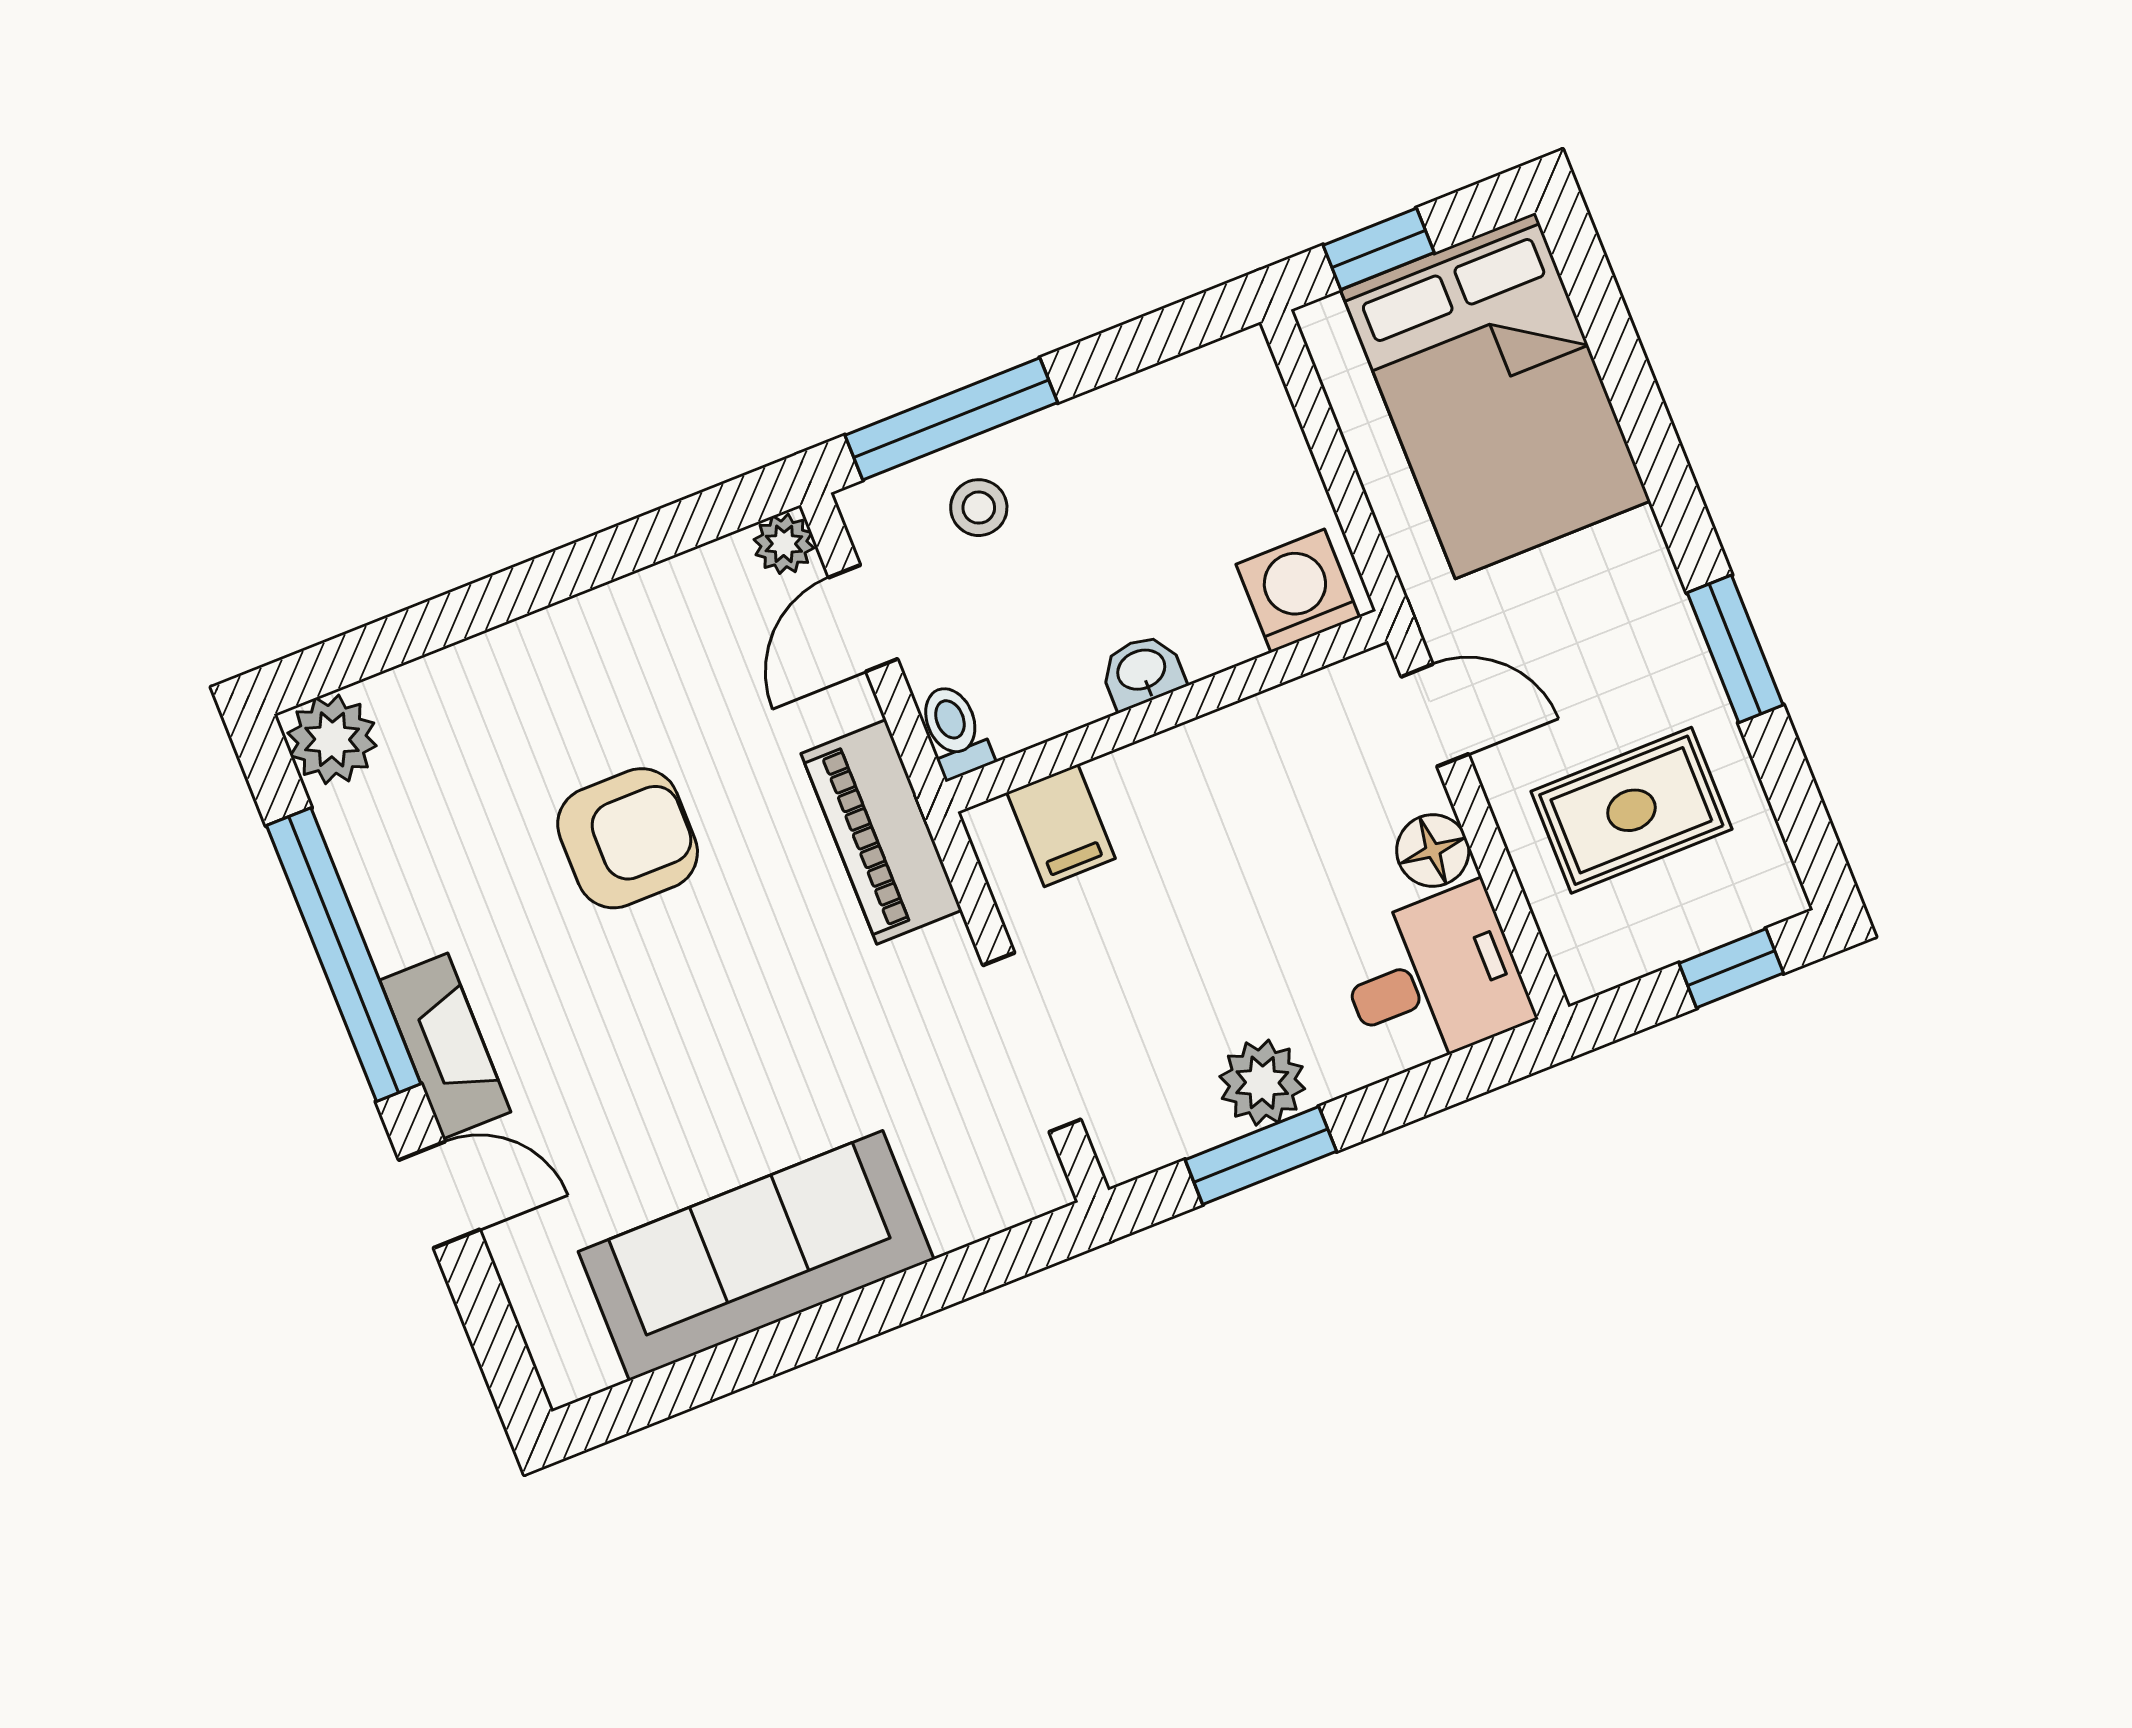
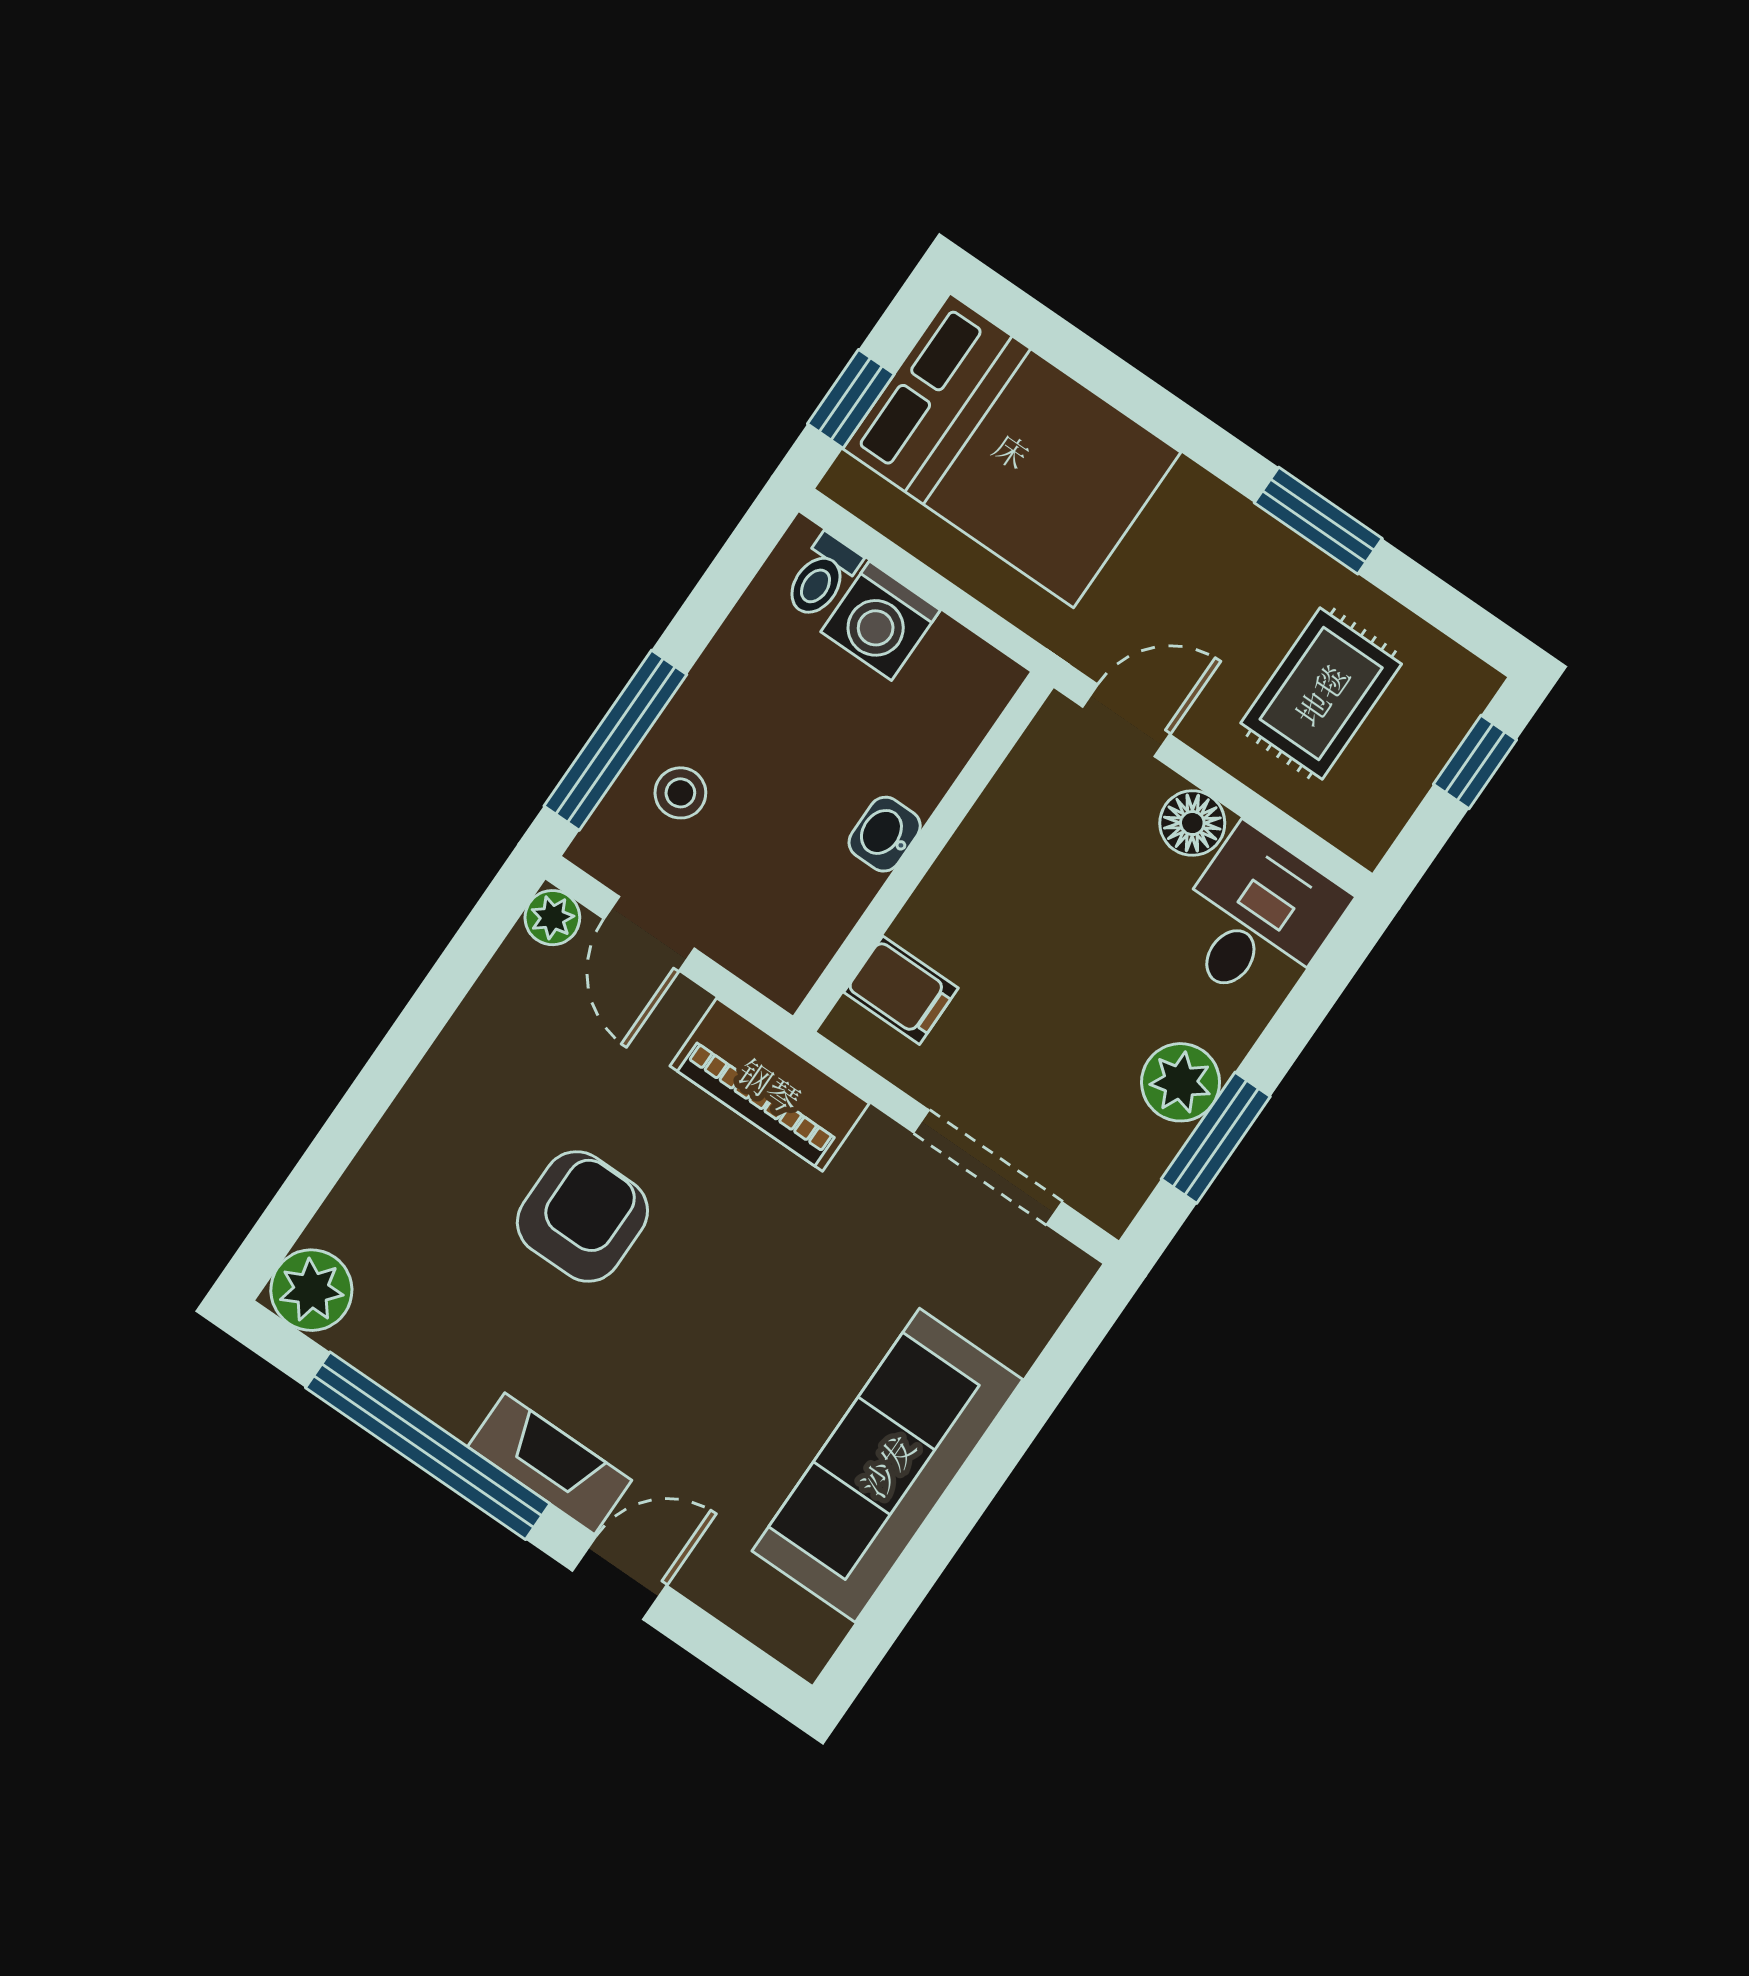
washing machine: (1298, 591) -> (880, 621), moved, turned -90
toilet: (955, 731) -> (822, 577), moved, turned -90

